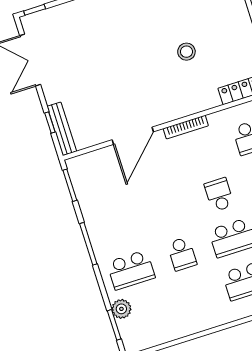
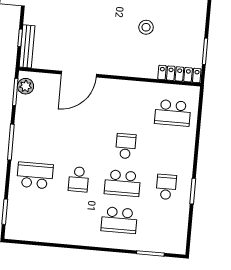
bookcase: (186, 127) -> (122, 84), removed
school desk: (131, 270) -> (35, 175), turned 180
plant: (121, 309) -> (26, 86), moved

